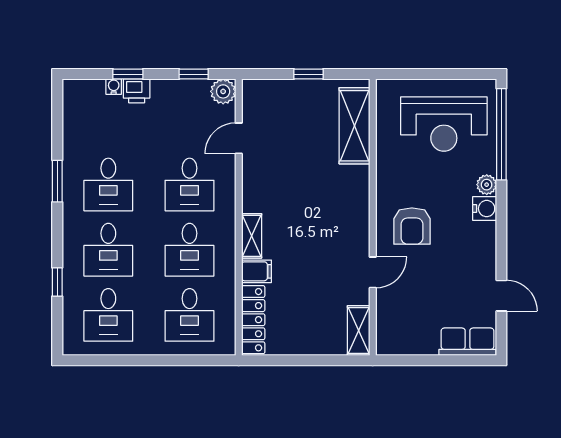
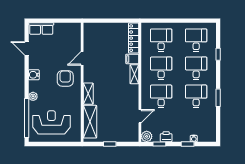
printer: (137, 91) -> (166, 137), moved
water cooler: (485, 209) -> (34, 75), moved
shelving: (359, 331) -> (88, 94), moved

